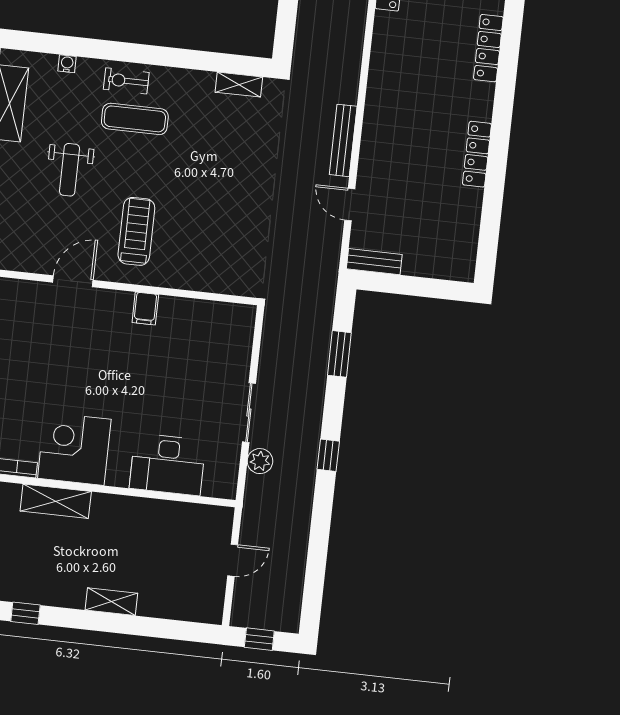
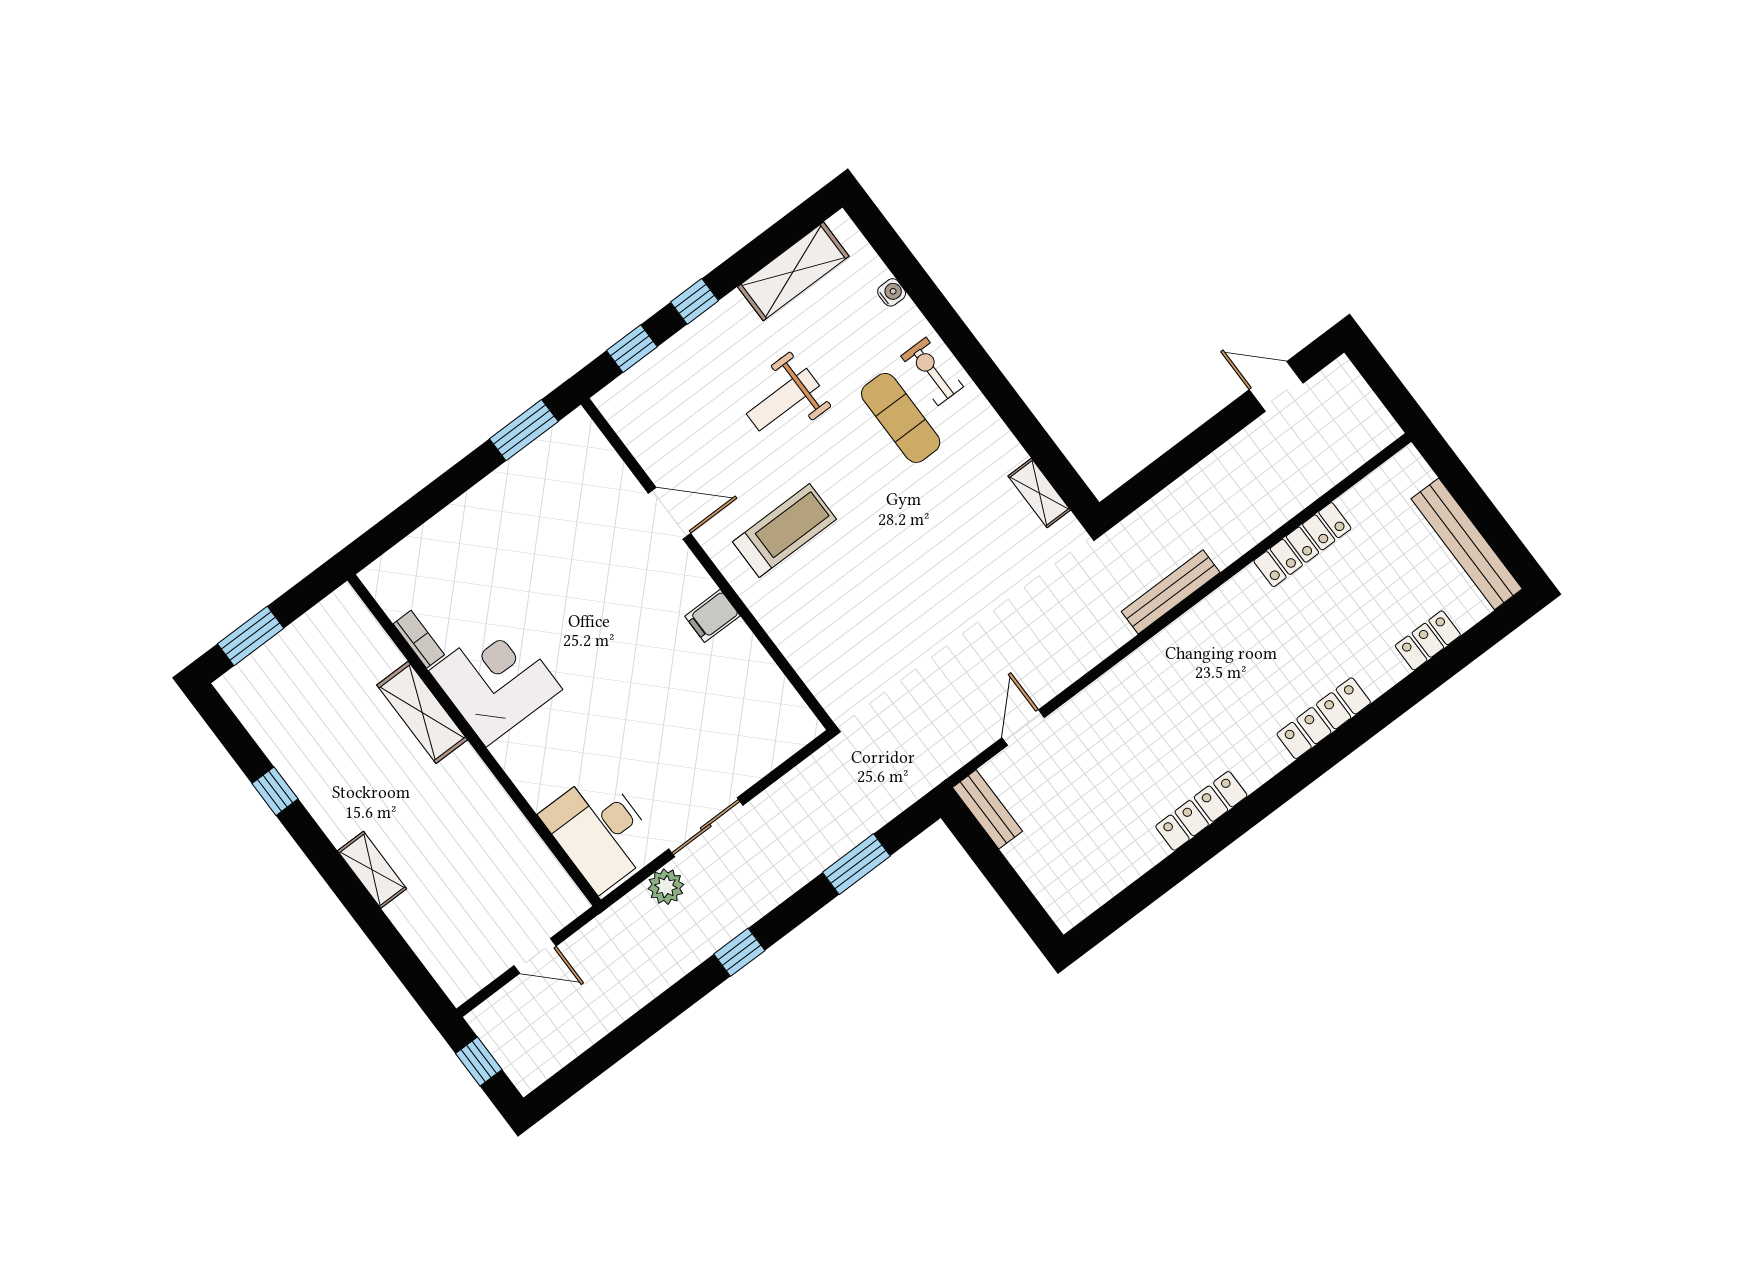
bench: (343, 140) -> (1171, 592), moved
desk: (168, 464) -> (600, 831), moved

